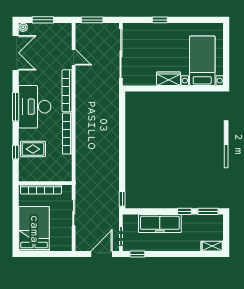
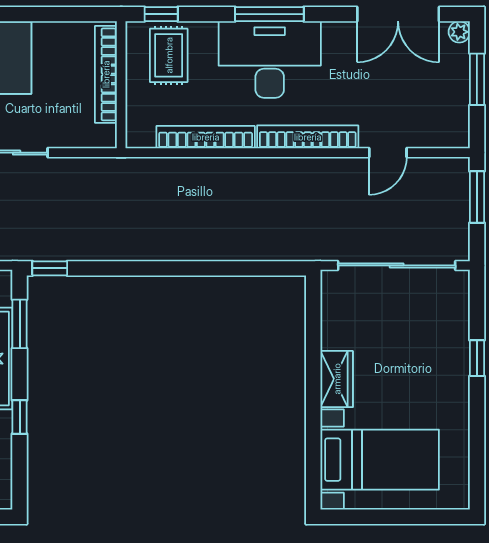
wall: (45, 183) -> (121, 85), moved
bookcase: (41, 189) -> (106, 74), moved
window: (208, 211) -> (20, 324), moved

